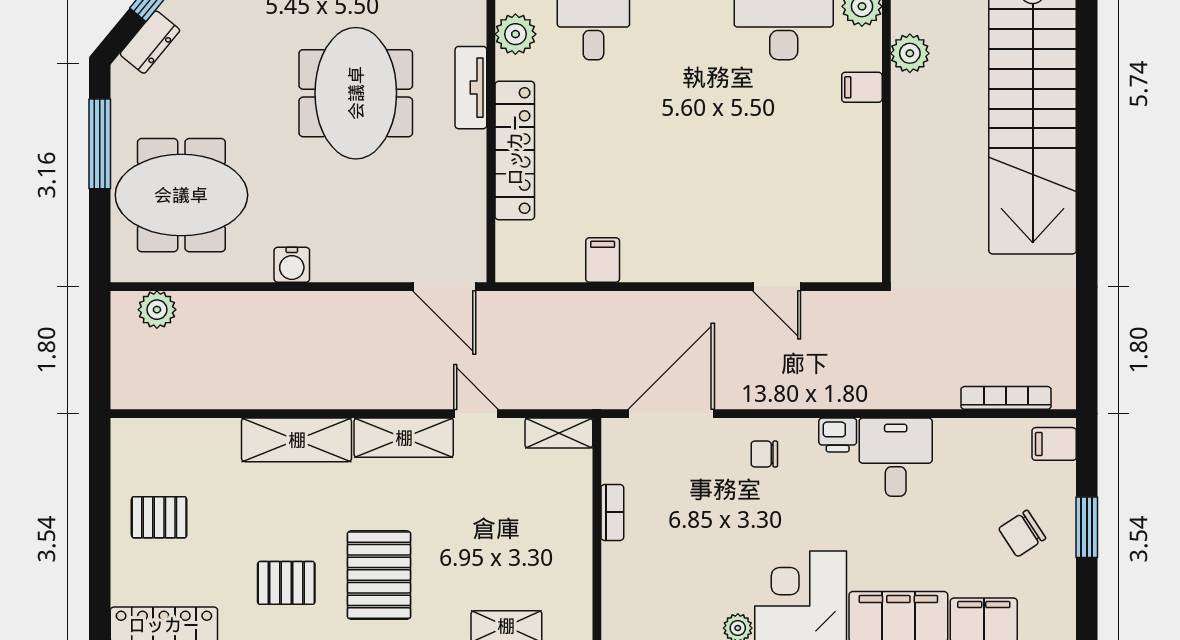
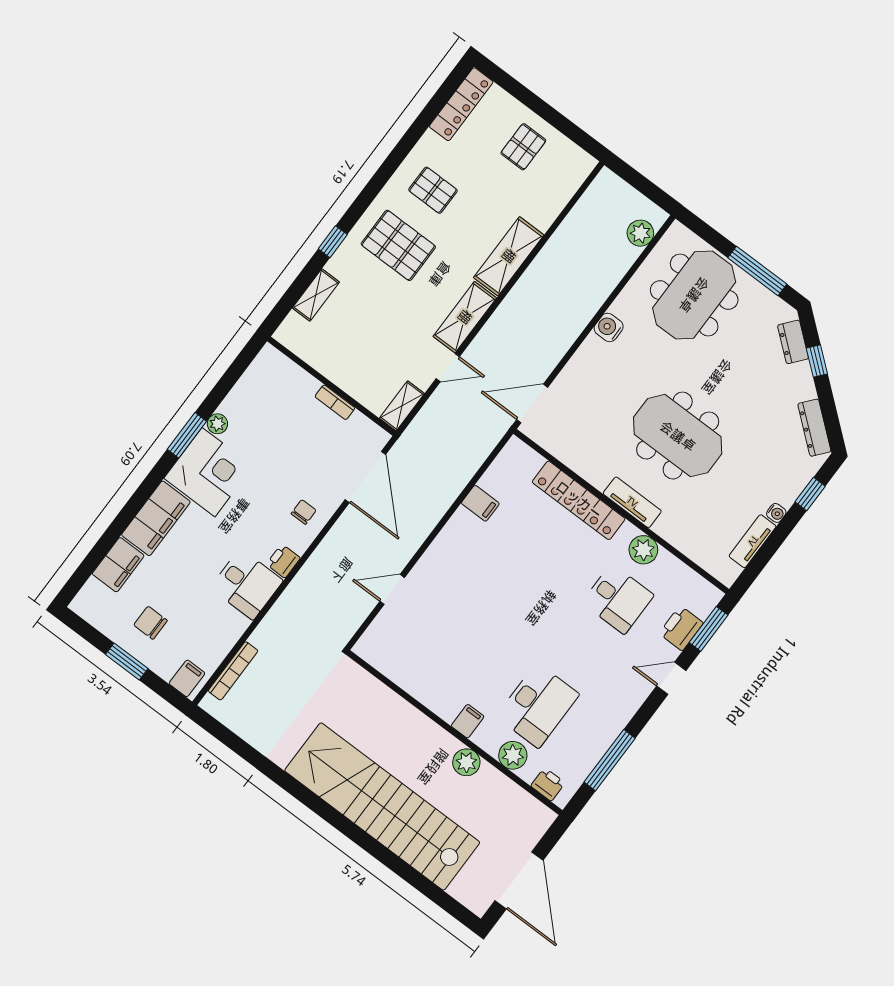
chair: (1022, 533) -> (150, 623), turned -57
pallet: (286, 583) -> (433, 190), turned 90

